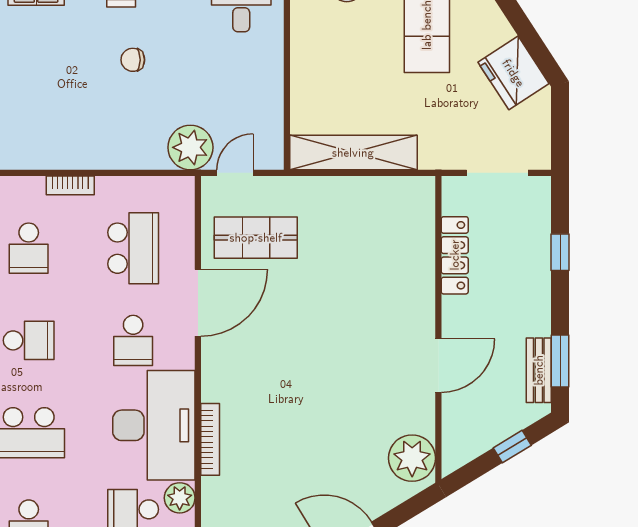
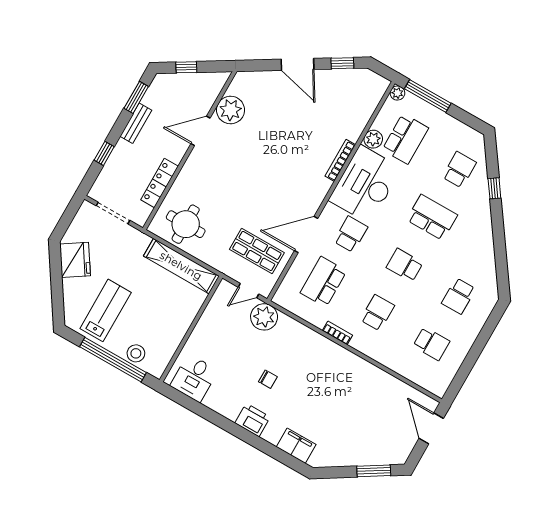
round table: (382, 217) -> (186, 224), added
bench: (539, 370) -> (136, 123), moved
plant: (412, 458) -> (231, 110), moved

